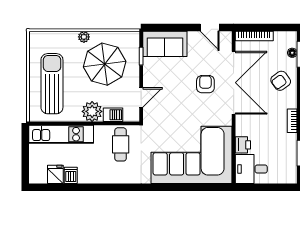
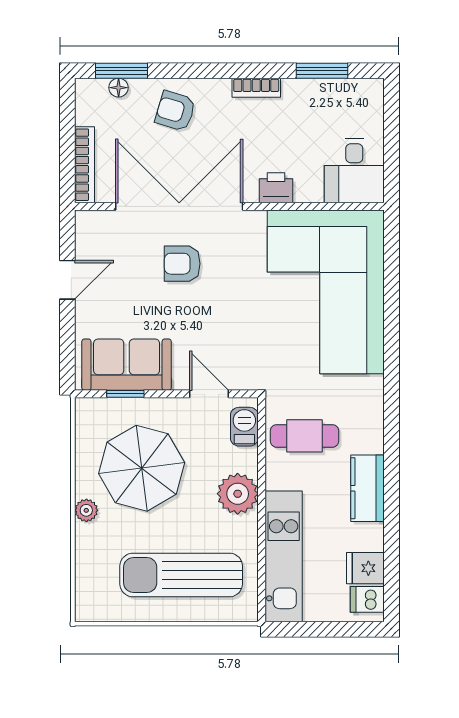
door: (210, 28) -> (67, 280), moved
sofa: (165, 44) -> (127, 365), moved, turned -90
armchair: (281, 81) -> (175, 111), turned 143
barbecue: (113, 115) -> (244, 427), moved
printer: (243, 145) -> (276, 188), moved
dishwasher: (71, 175) -> (367, 599), moved
kitchen counter: (95, 176) -> (368, 488), added

